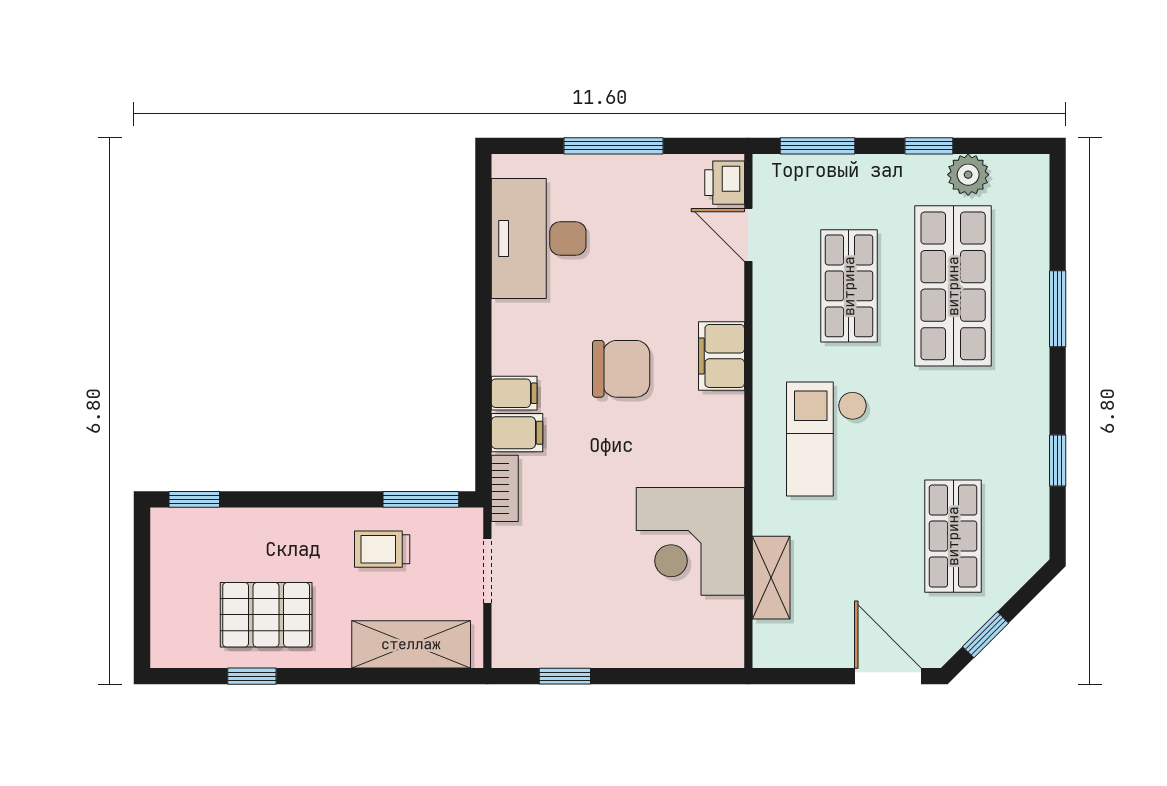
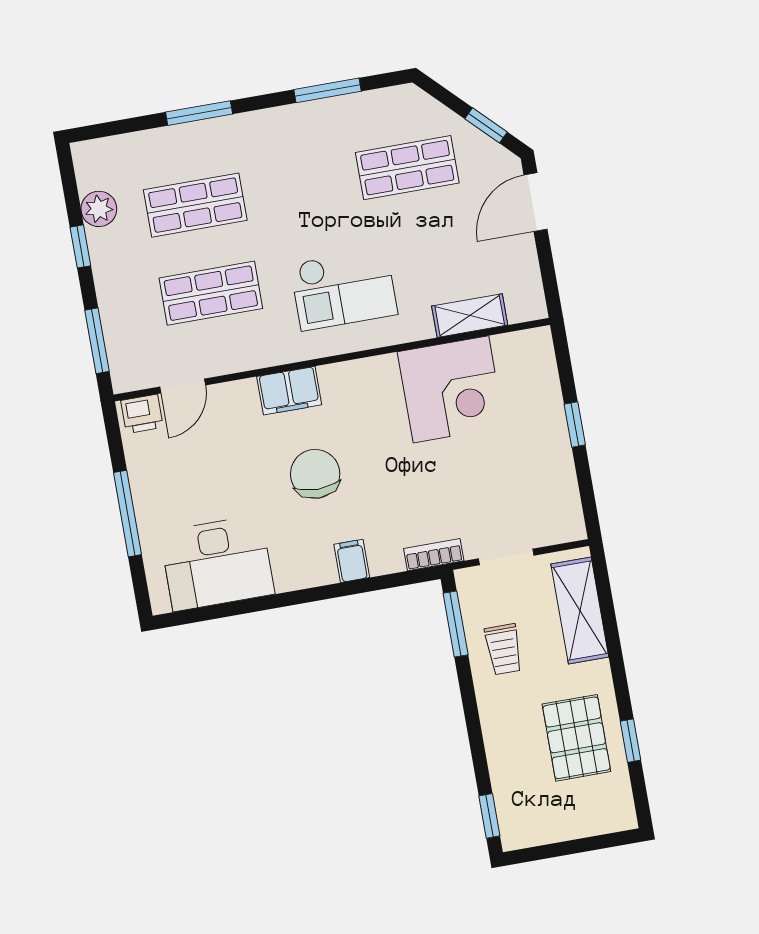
shop shelf: (953, 286) -> (195, 205), width x0.70, depth x0.74
filing cabinet: (517, 433) -> (385, 553), removed
window: (1058, 460) -> (328, 90), width x1.50
window: (565, 676) -> (575, 425), moved

